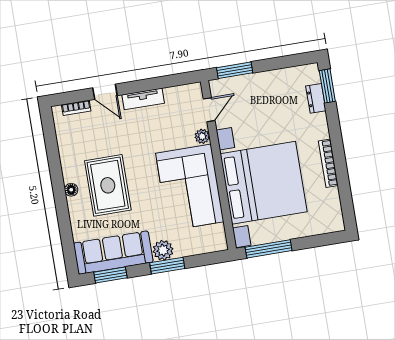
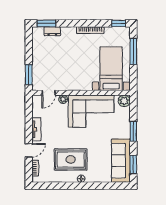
door: (209, 110) -> (49, 93), swing flipped
bed with nightstands: (264, 183) -> (111, 69), width x0.54
rug: (108, 185) -> (71, 159), moved
window: (348, 210) -> (119, 23), added
window: (269, 249) -> (133, 51), moved
plant: (163, 250) -> (124, 101), moved

